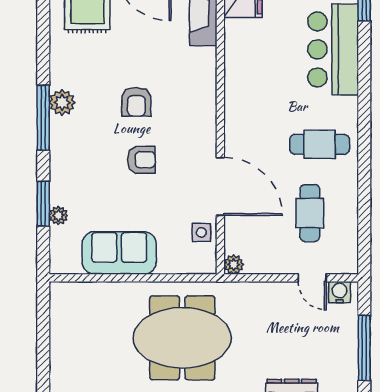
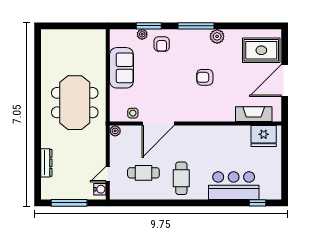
plant: (62, 102) -> (217, 36), moved
armchair: (141, 160) -> (162, 44), moved

